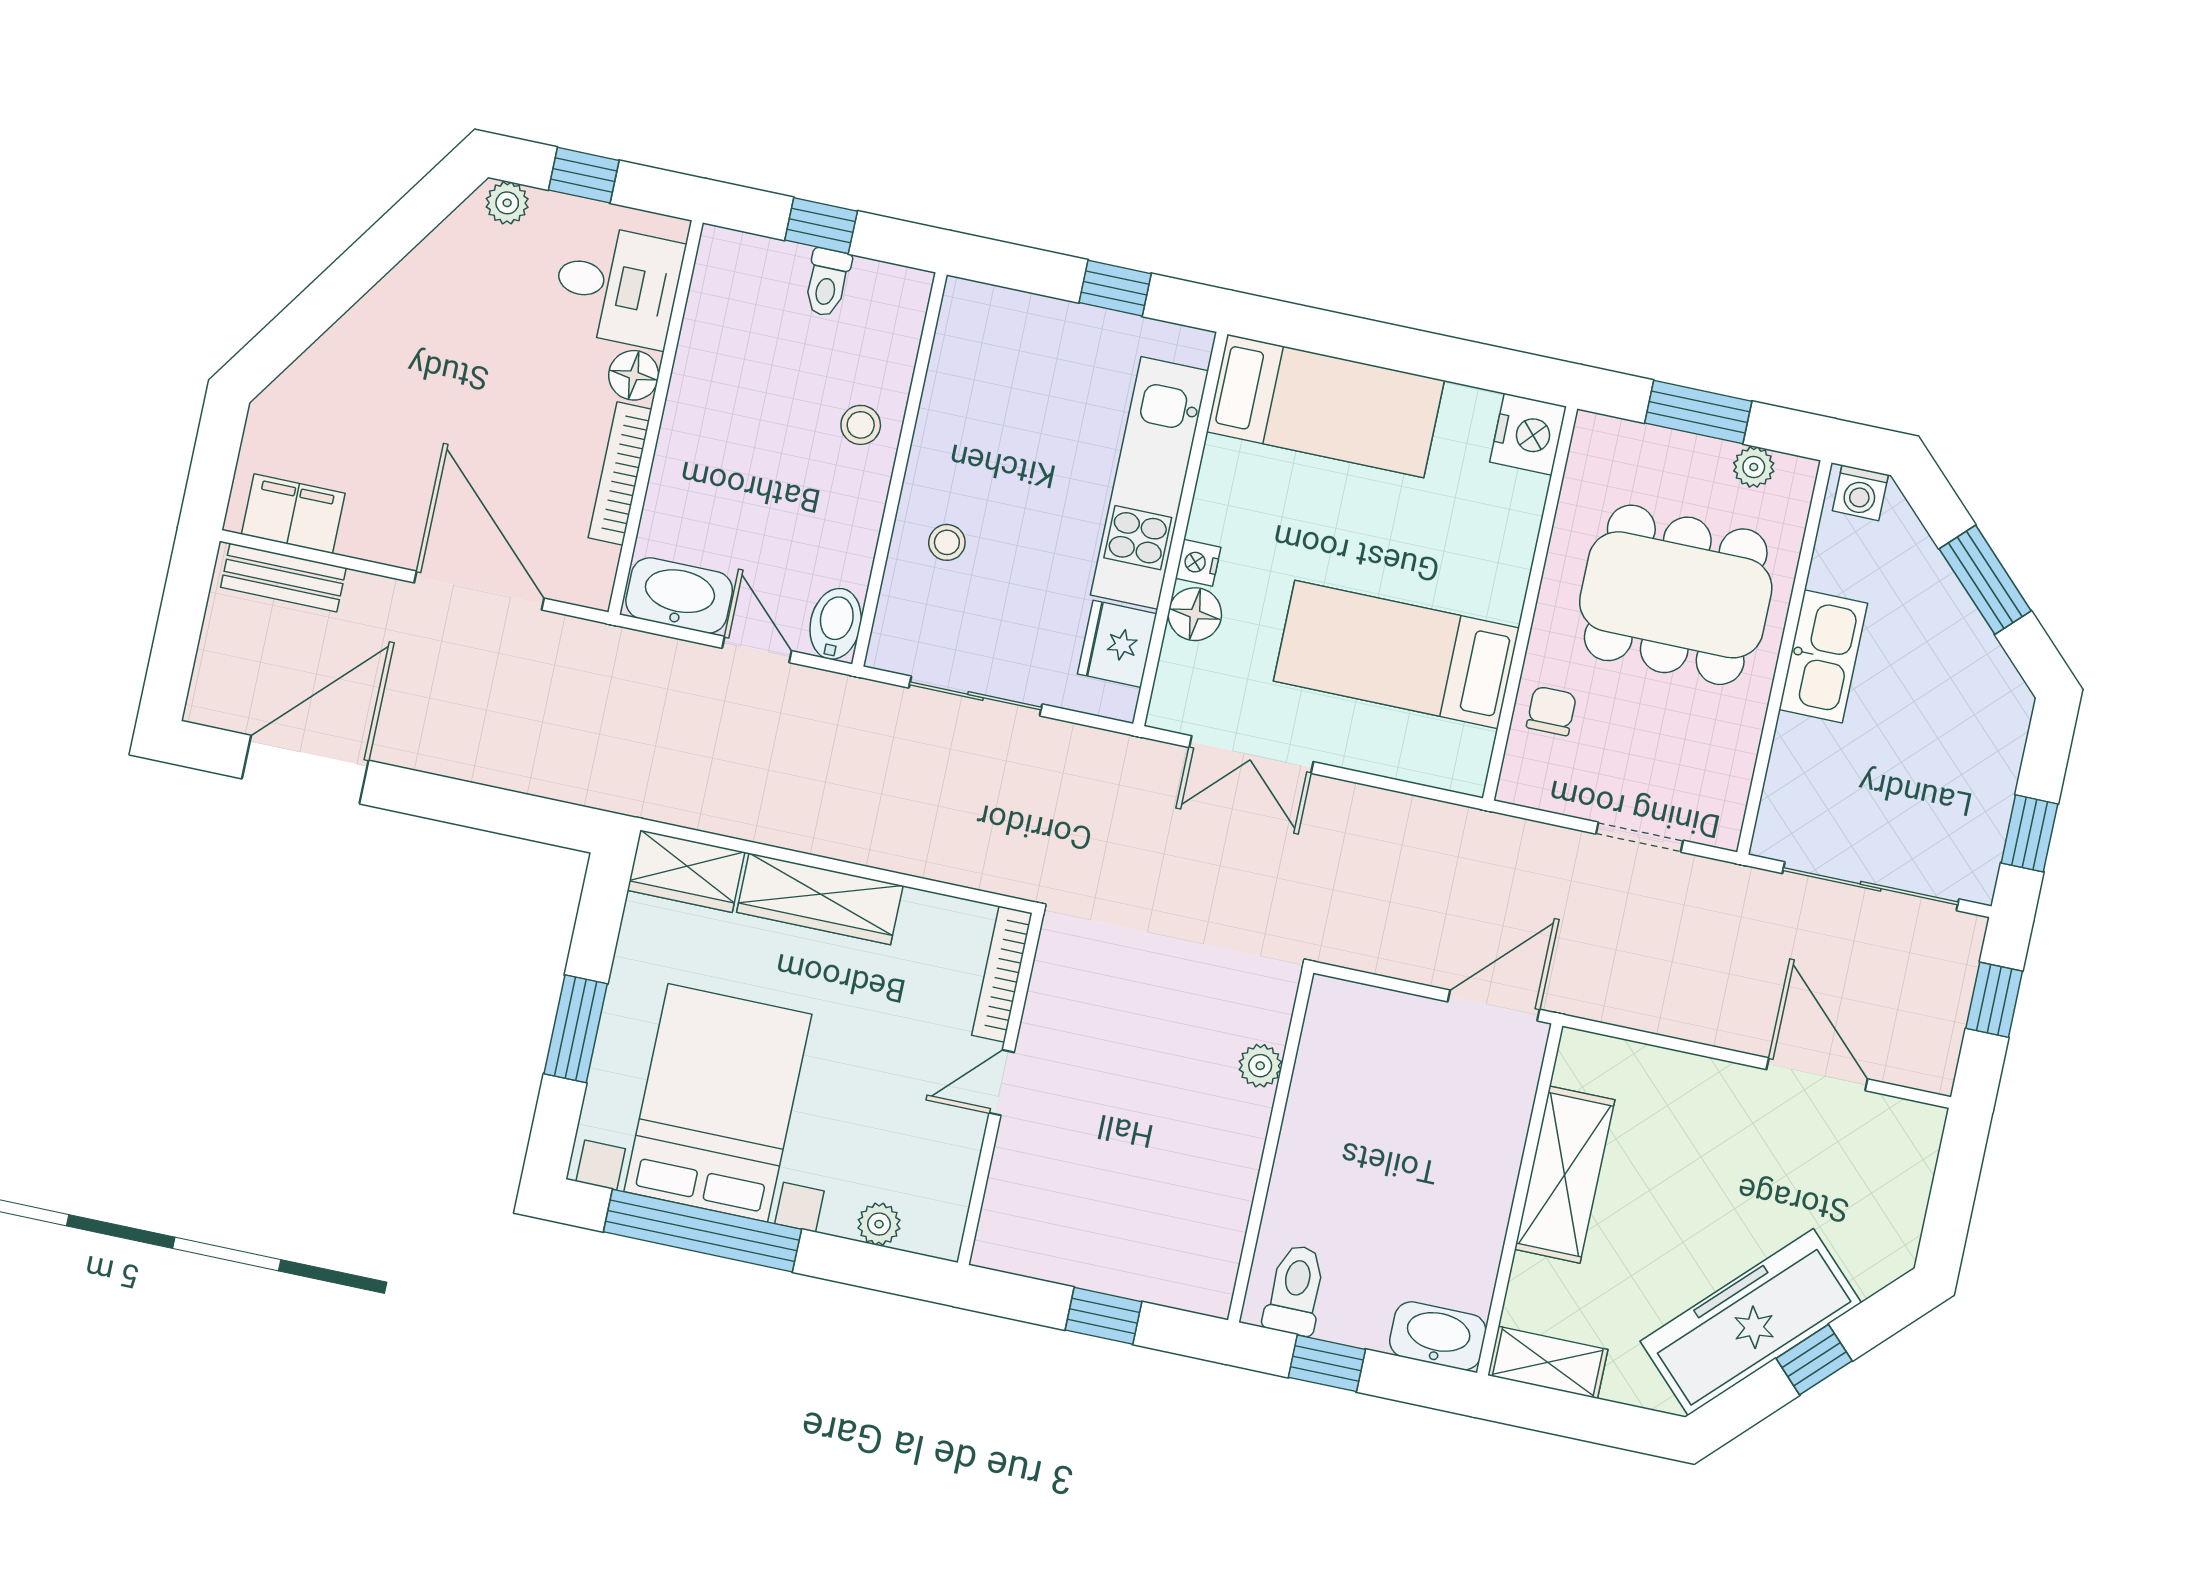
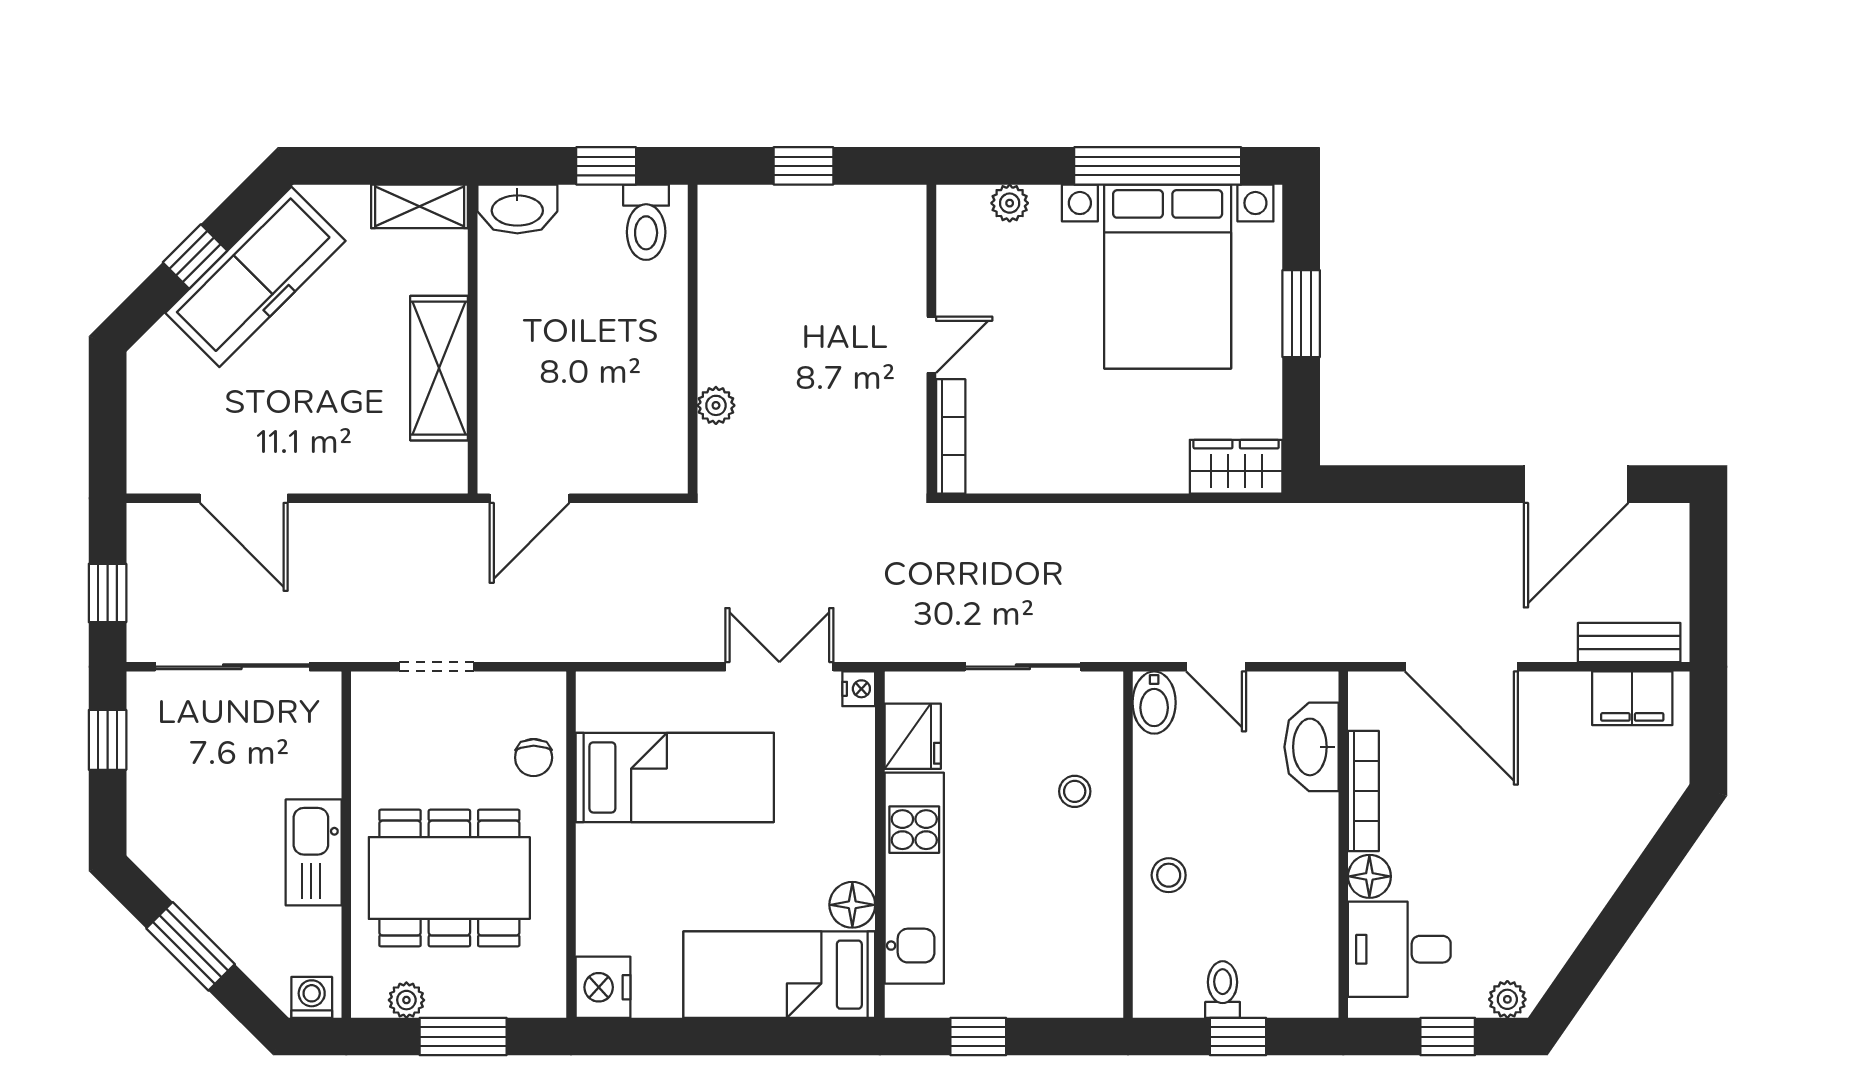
nightstand: (1198, 563) -> (859, 689), moved
washbasin: (679, 595) -> (1312, 747), moved, turned 90
floor lamp: (1195, 614) -> (852, 905), moved
wardrobe: (820, 899) -> (1118, 467), removed

